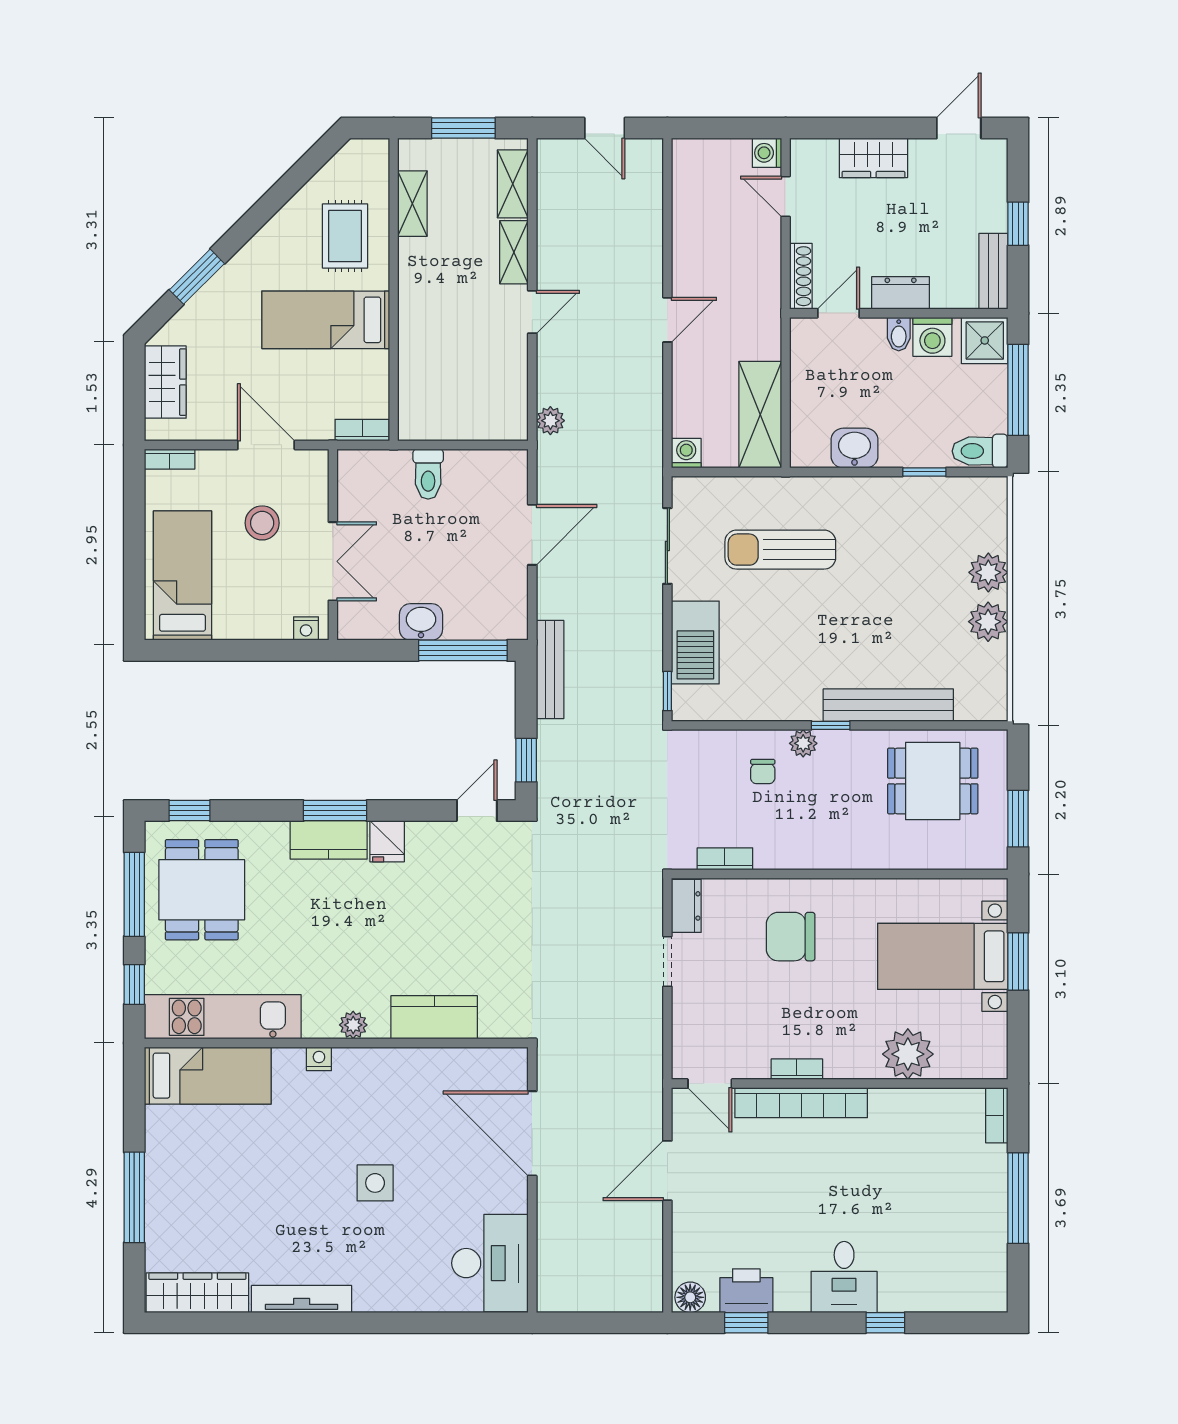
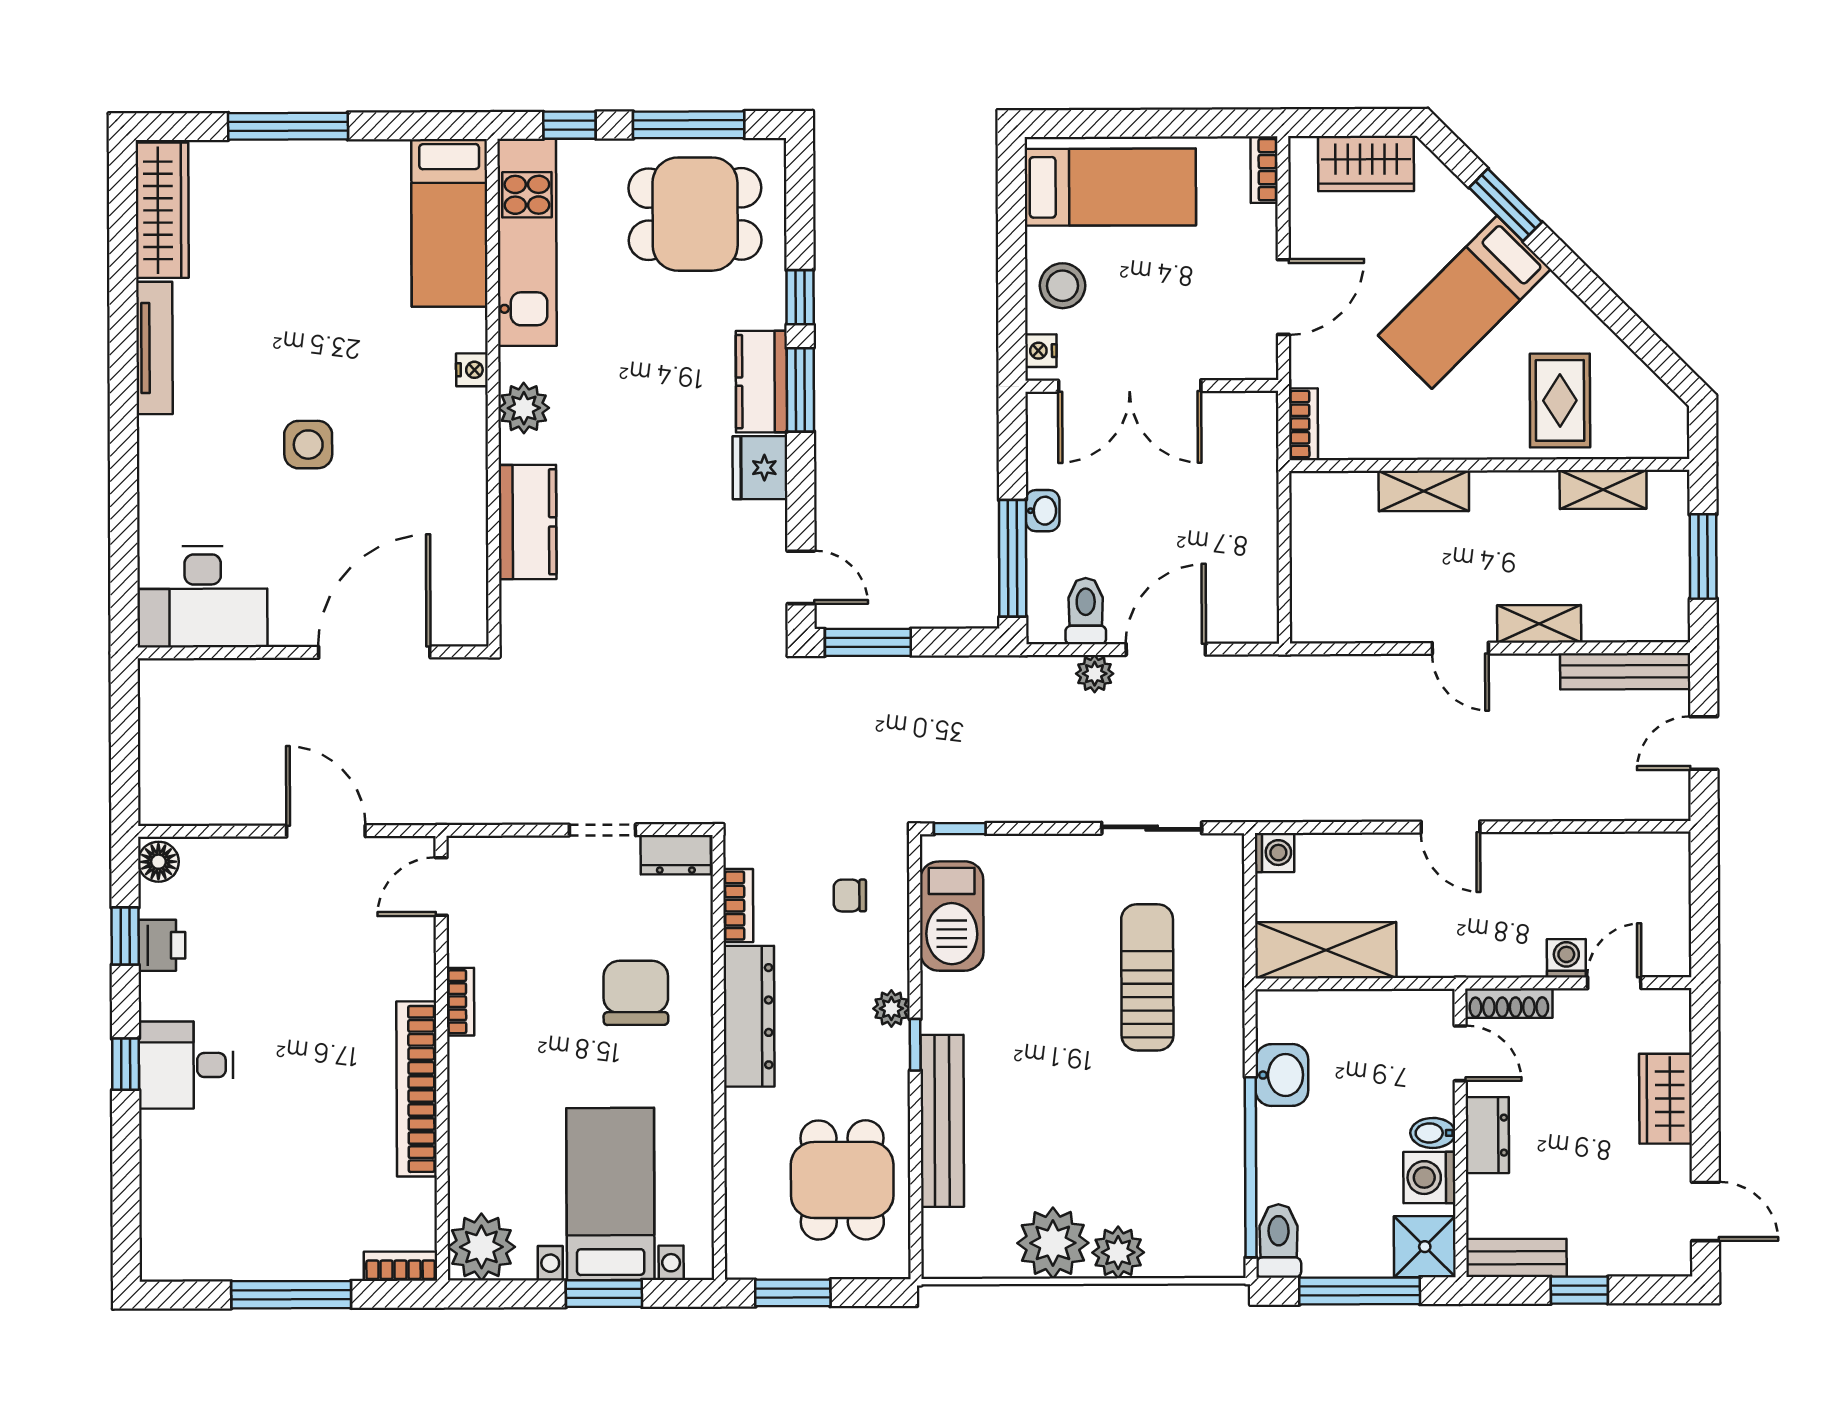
washing machine: (767, 153) -> (1566, 958), moved
shelving: (513, 184) -> (1424, 491), moved
rug: (345, 236) -> (1560, 400), turned 90
bed: (326, 320) -> (1464, 302), moved, turned -135
plant: (550, 421) -> (1095, 674), moved
window: (924, 472) -> (1251, 1167), width x3.17
toilet: (428, 474) -> (1086, 611), moved, turned 90
stool: (262, 523) -> (1063, 286), moved
door: (532, 535) -> (1166, 649), swing flipped
double door: (333, 561) -> (1130, 386), width x1.37
washbasin: (421, 622) -> (1043, 511), width x0.72, depth x0.69
plant: (988, 622) -> (1053, 1243), width x1.36, depth x1.36
barbecue: (695, 642) -> (952, 916), moved, turned -90
bench: (550, 670) -> (1625, 671), moved
window: (526, 760) -> (868, 642), width x1.50
chair: (763, 772) -> (850, 896), moved
window: (190, 811) -> (800, 297), moved
fridge: (387, 841) -> (760, 468), width x1.38
dresser: (809, 851) -> (749, 1016), added
plant: (353, 1025) -> (524, 408), width x1.38, depth x1.38
plant: (908, 1054) -> (481, 1247), moved
bookcase: (801, 1103) -> (417, 1089), moved
printer: (746, 1291) -> (162, 945), width x0.73, depth x0.81
window: (885, 1323) -> (126, 1064), moved

